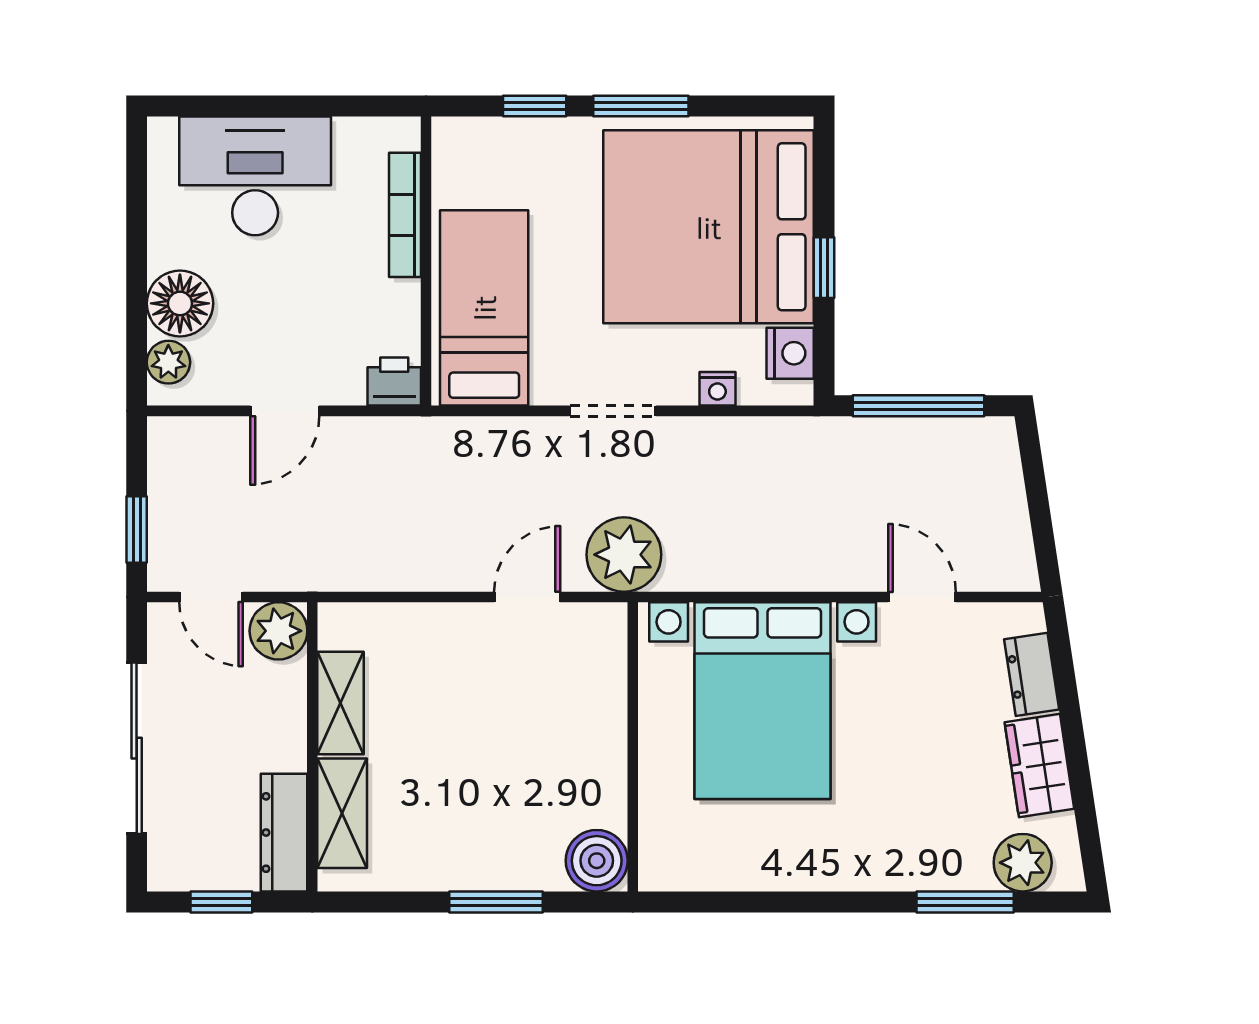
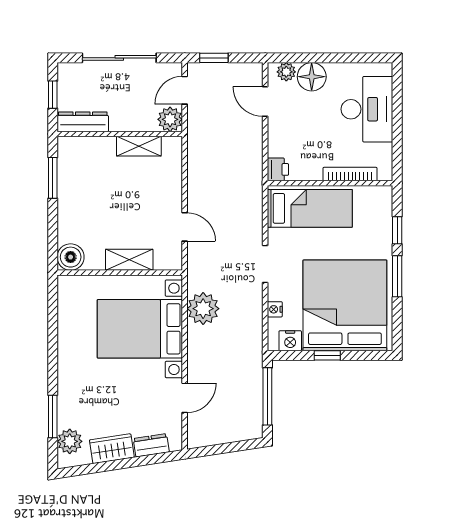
door: (285, 411) -> (265, 102), moved
plant: (624, 555) -> (203, 309), moved
shelving: (342, 813) -> (129, 260), moved
window: (496, 902) -> (53, 178), moved

